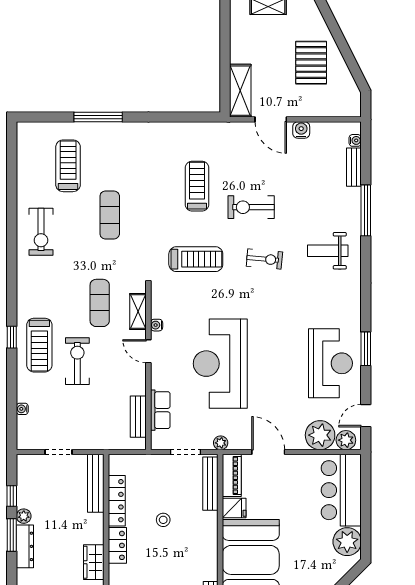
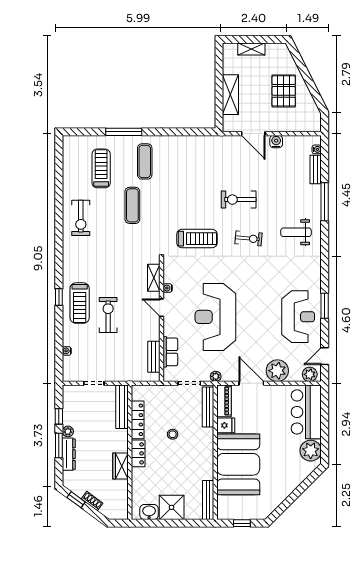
shelving: (240, 91) -> (230, 95), moved
treadmill: (197, 186) -> (198, 184), removed
exercise mat: (100, 303) -> (145, 161), moved
plant: (320, 435) -> (277, 371), moved

